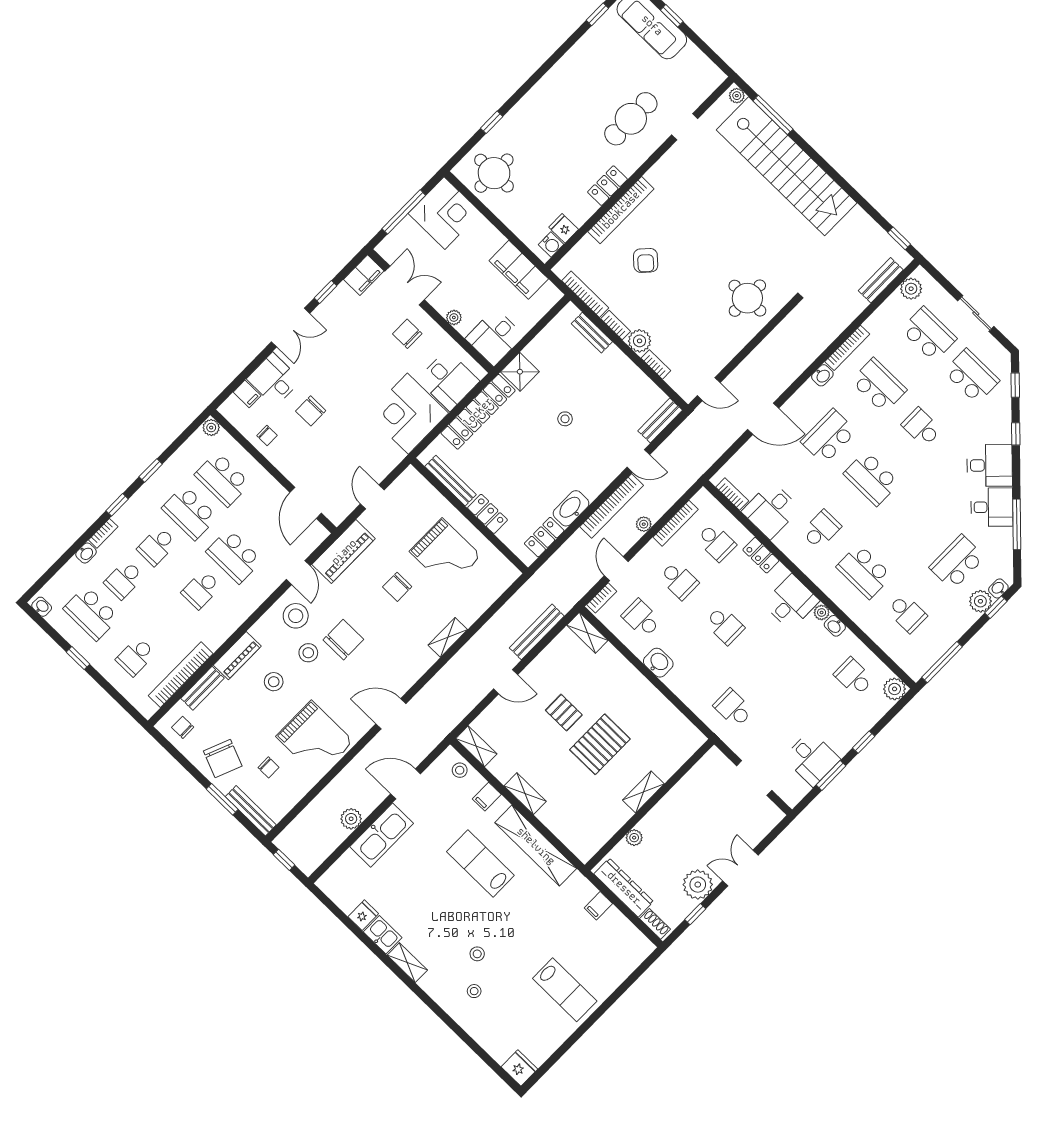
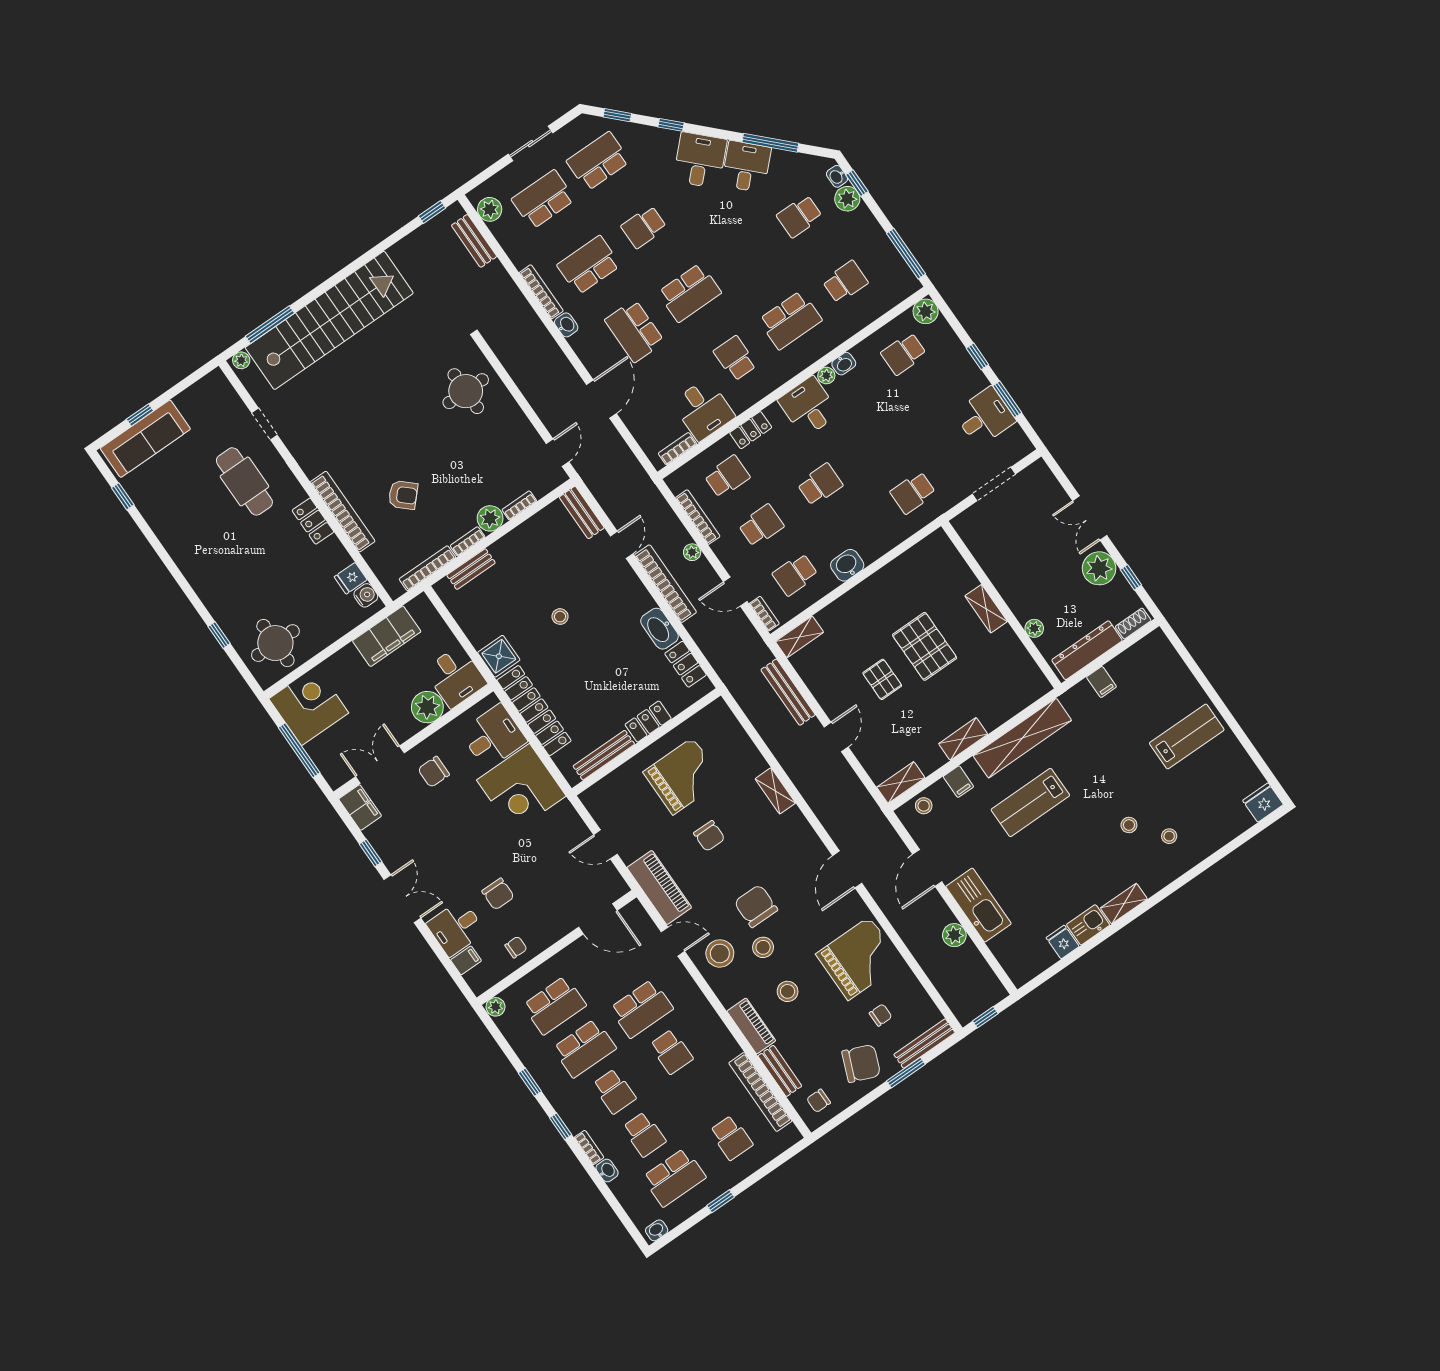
plant: (454, 317) -> (427, 707), width x1.87, depth x1.87
school desk: (957, 562) -> (799, 216), width x0.54
pallet: (564, 713) -> (882, 679), turned 90

